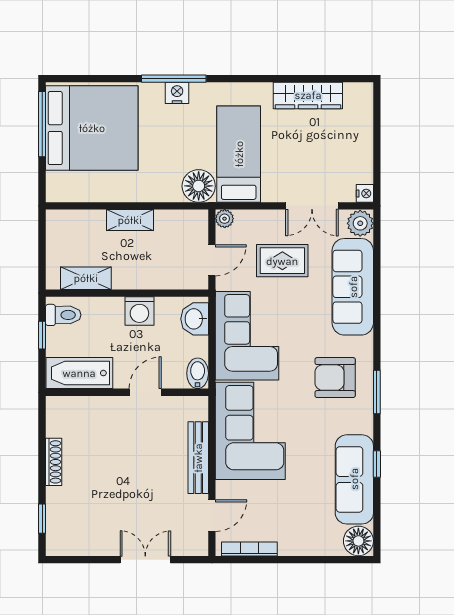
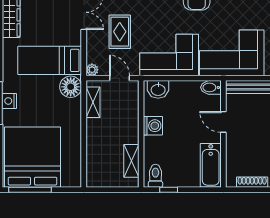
shelving: (130, 220) -> (93, 102), moved
bathtub: (79, 373) -> (211, 165), moved
bidet: (198, 373) -> (211, 87), moved
wall: (127, 392) -> (223, 134), moved
door: (145, 392) -> (223, 122), moved

